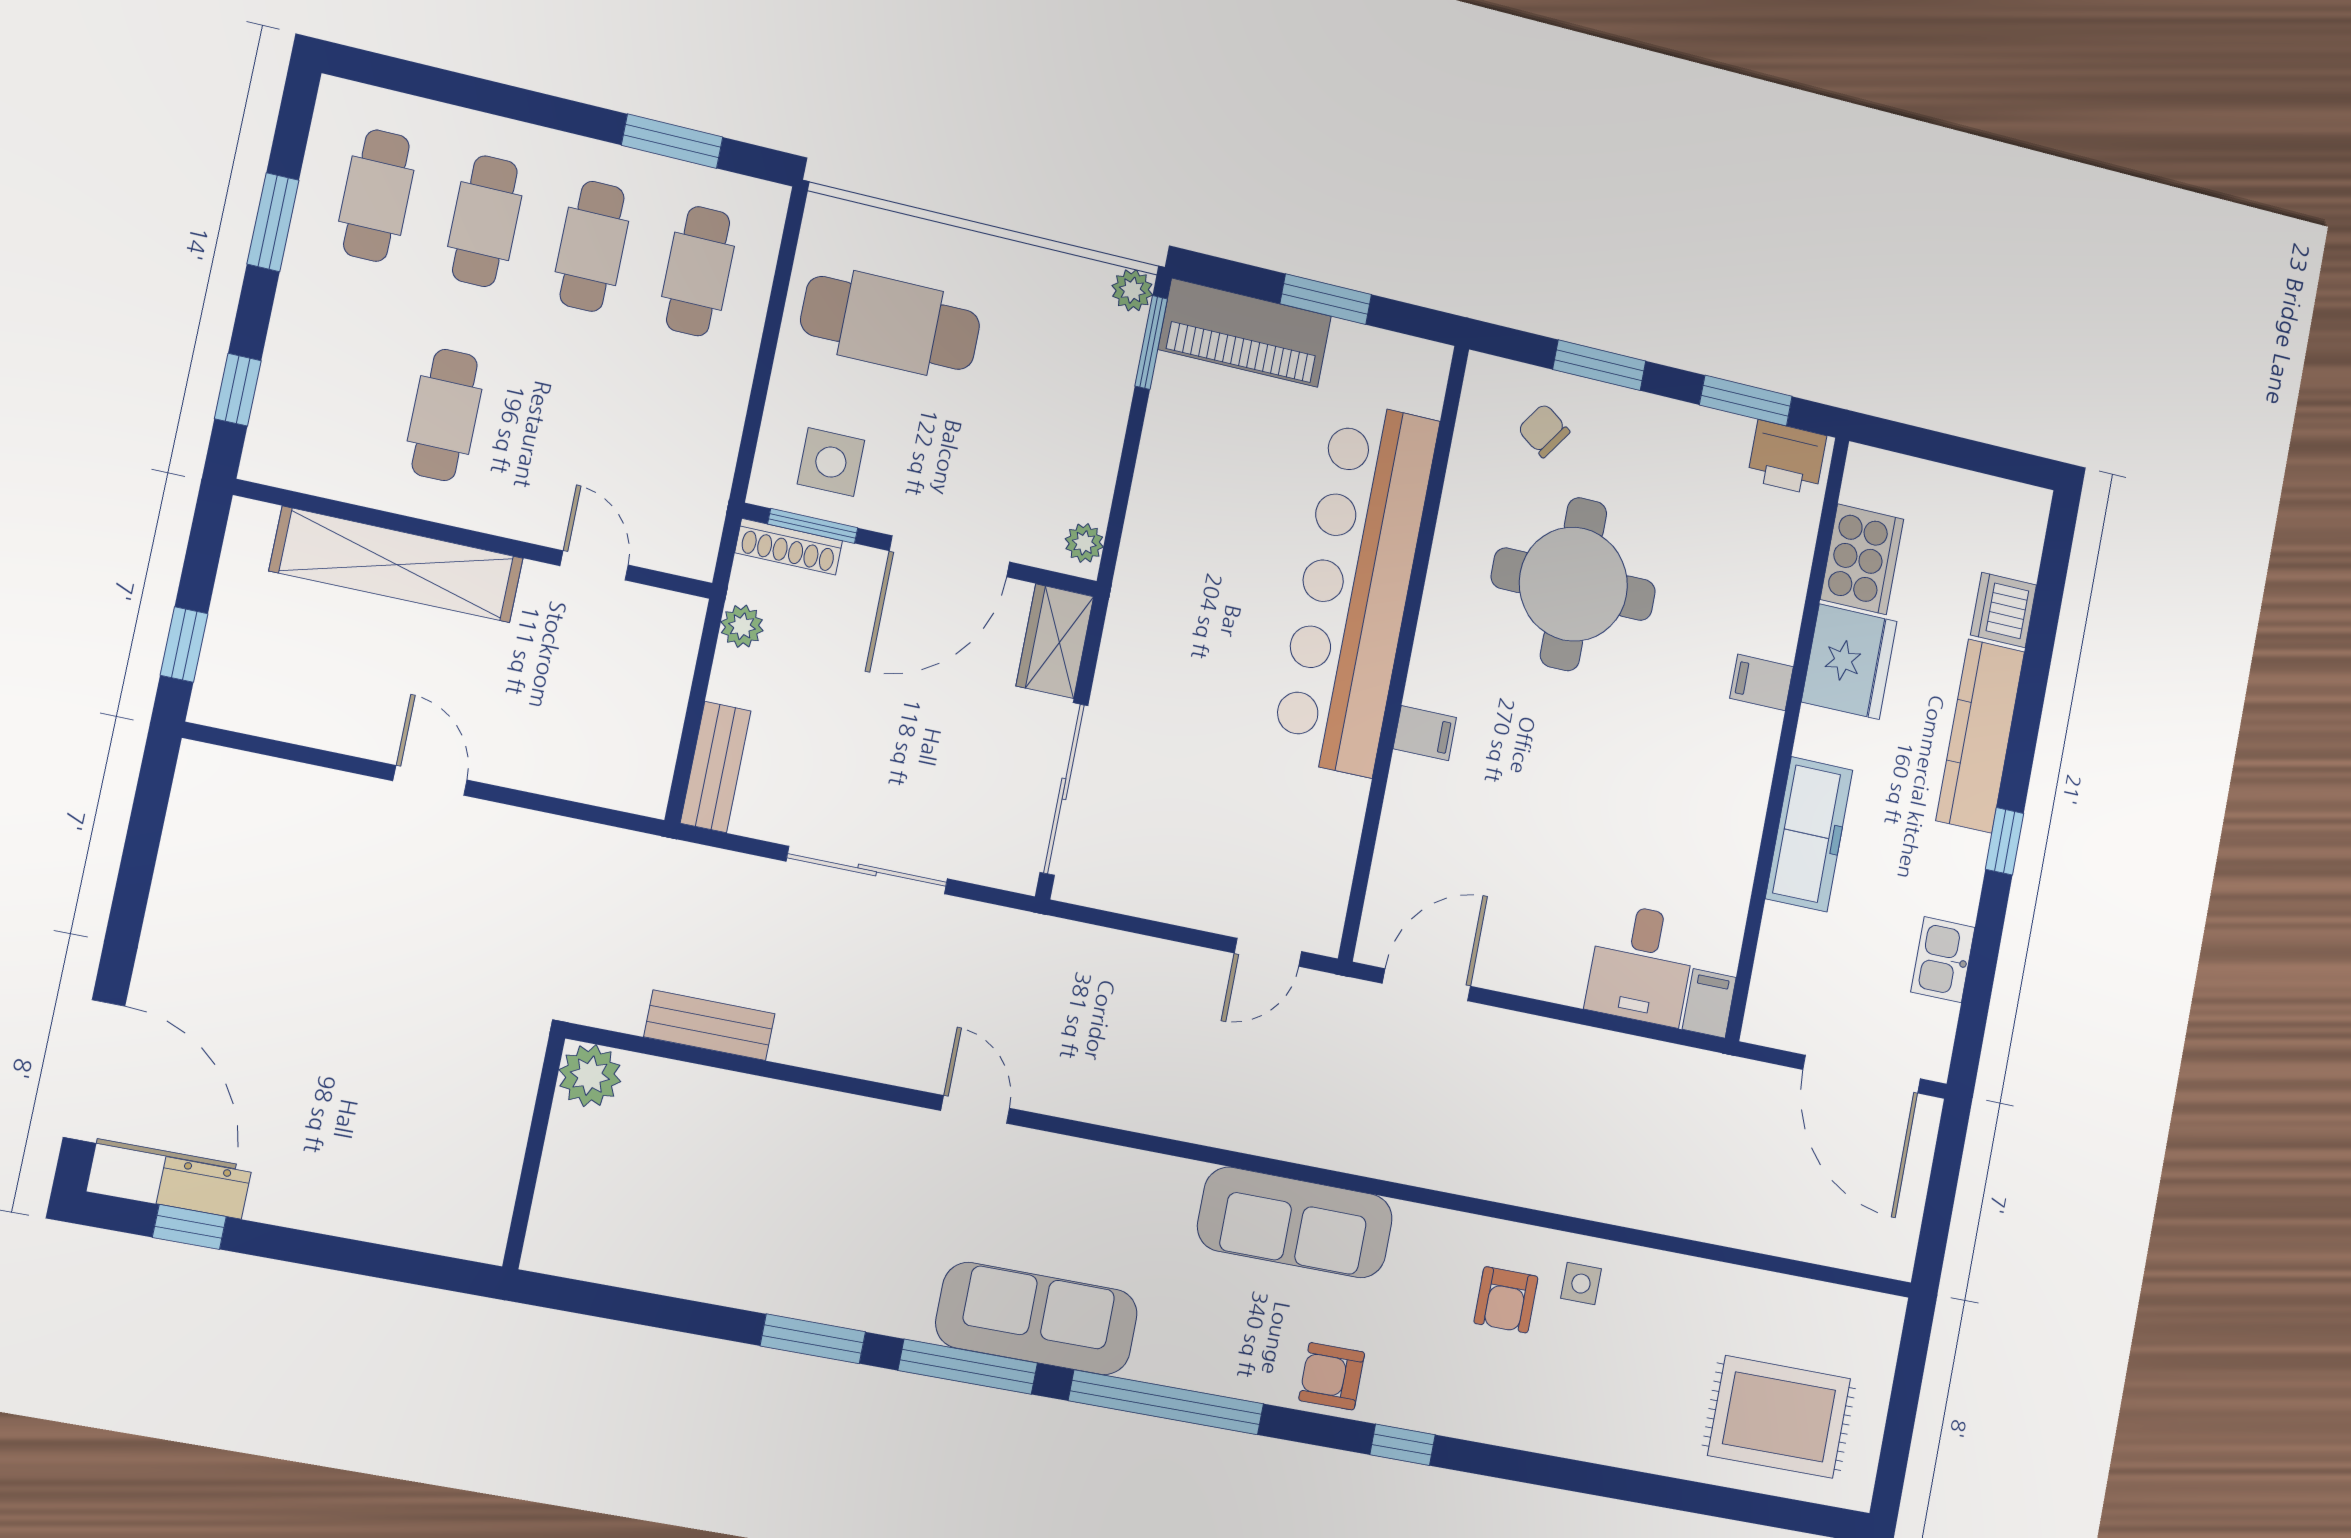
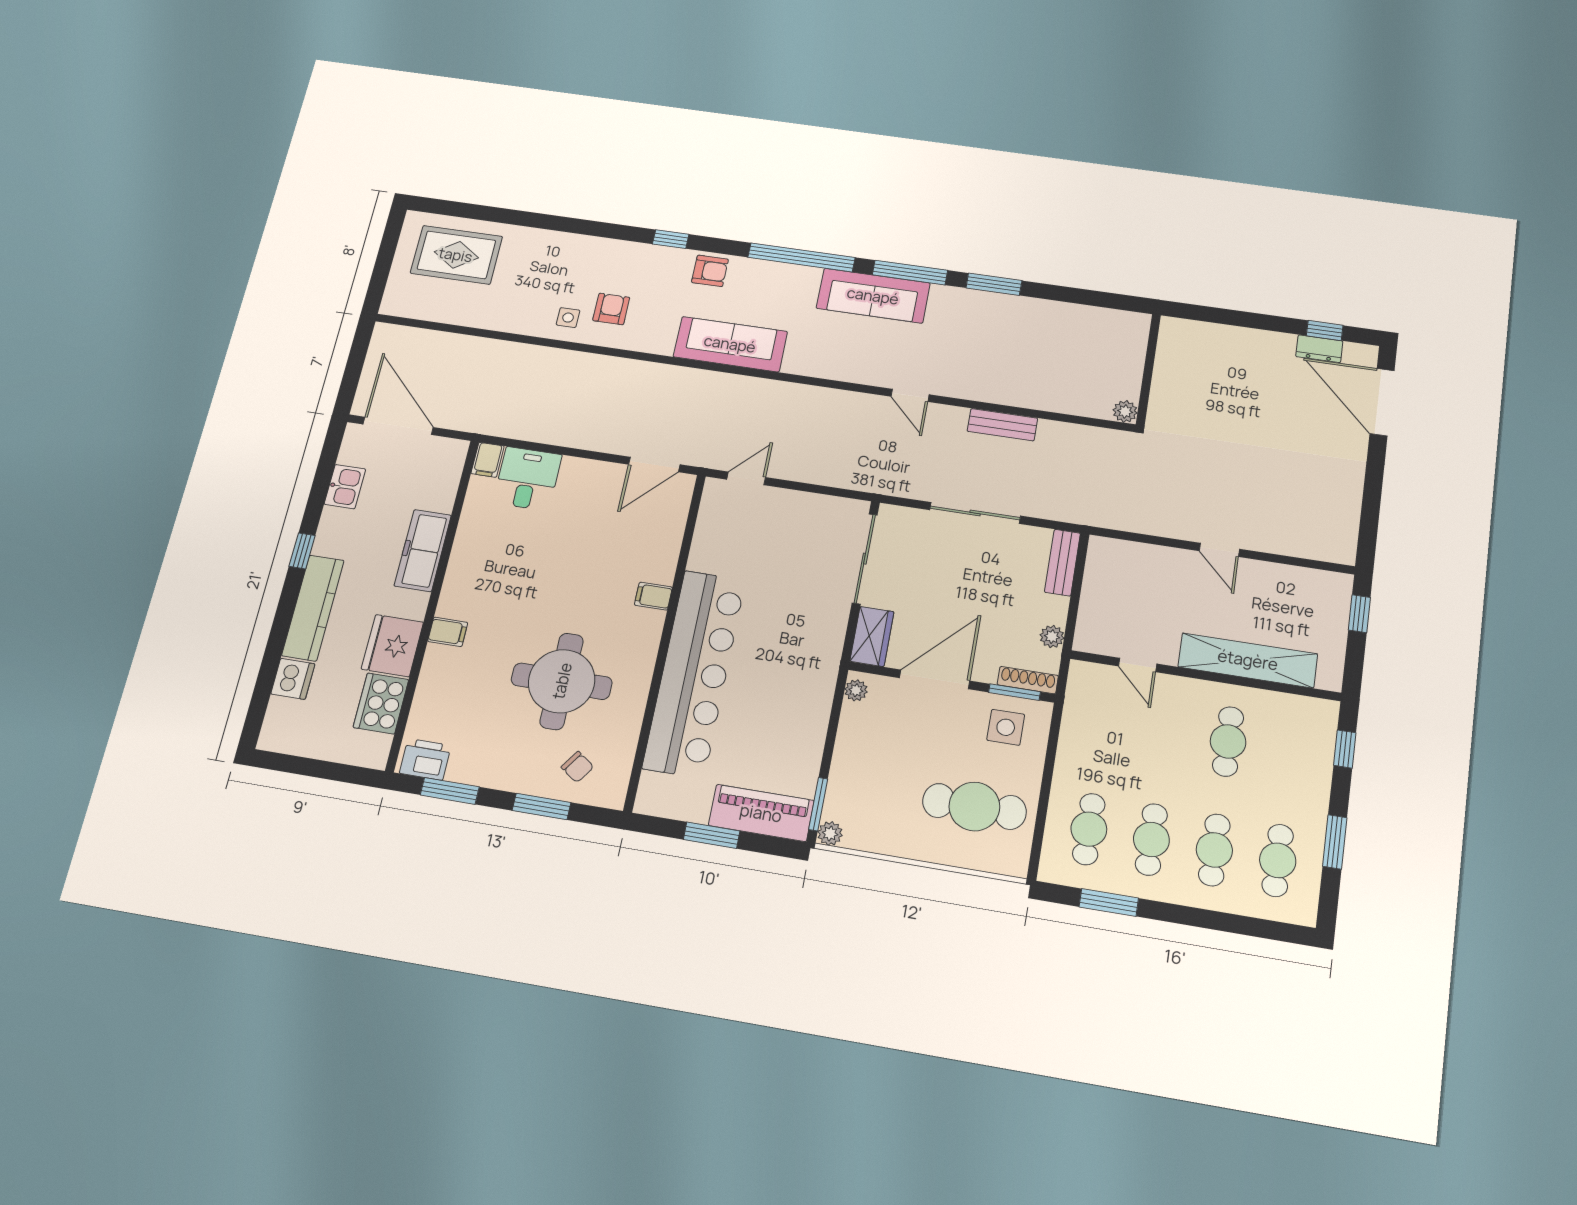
bench: (709, 1025) -> (1002, 425), moved
plant: (590, 1076) -> (1125, 411), width x0.73, depth x0.73

